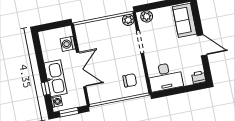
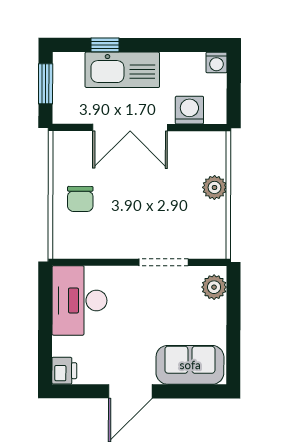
plant: (128, 20) -> (215, 187), moved
chair: (130, 80) -> (80, 199), moved
washing machine: (57, 102) -> (216, 63), moved

